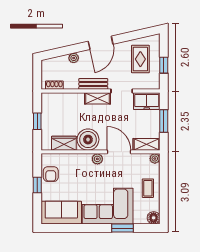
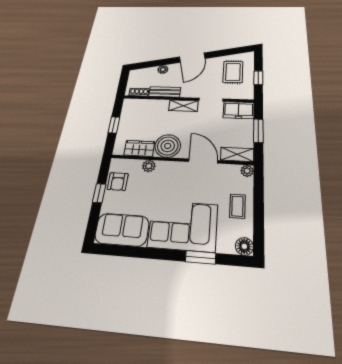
bench: (93, 84) -> (165, 92), moved
plant: (97, 159) -> (149, 166), moved

